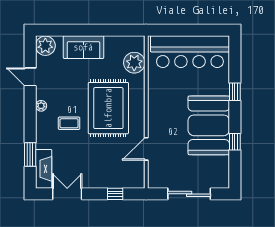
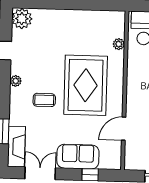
sofa: (83, 47) -> (78, 157), moved, turned 180
plant: (134, 63) -> (119, 44), width x0.53, depth x0.53

